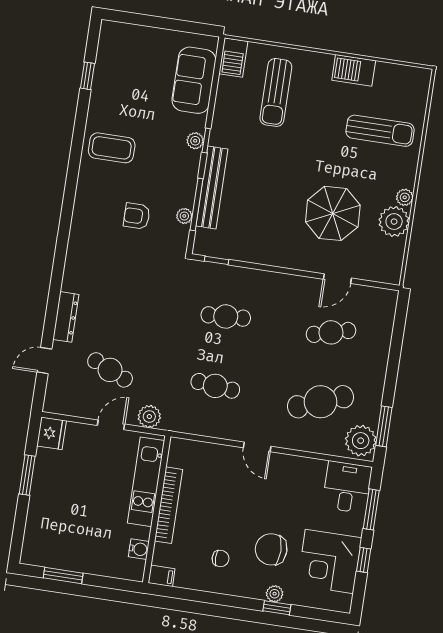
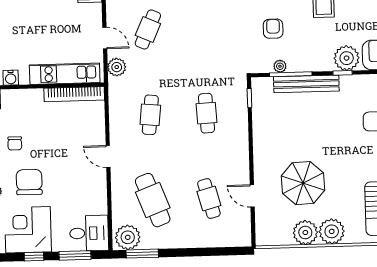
plant: (195, 141) -> (347, 58), width x1.88, depth x1.88
plant: (405, 197) -> (332, 231), width x1.88, depth x1.88
door: (257, 447) -> (108, 156), hinge flipped
bookcase: (169, 505) -> (74, 94), moved

